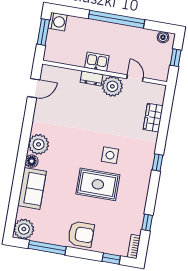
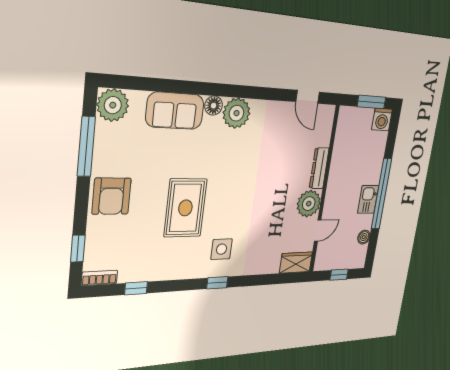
boiler: (163, 37) -> (364, 237), moved
kitchen sink: (97, 62) -> (368, 199), moved, turned 180
dresser: (91, 78) -> (319, 168), width x1.44
wardrobe: (153, 118) -> (296, 263), moved
side table: (110, 155) -> (222, 249), moved

